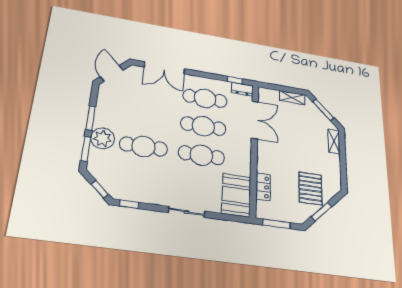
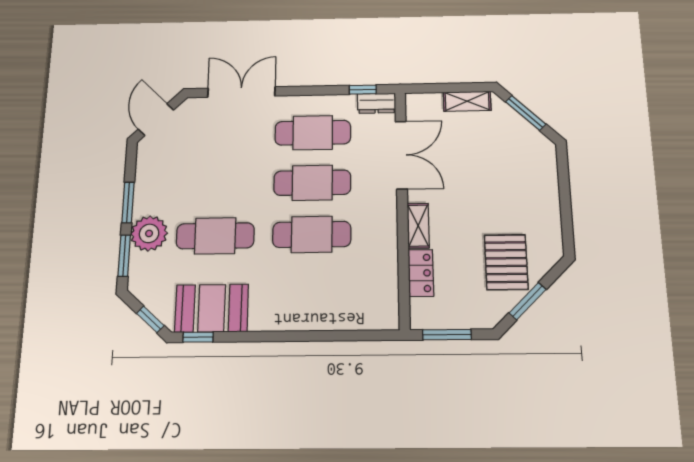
double door: (164, 68) -> (241, 92), swing flipped
shelving: (334, 141) -> (418, 226), moved
booth: (236, 195) -> (212, 308), moved, turned 90
sliding door: (187, 212) -> (292, 336), removed

